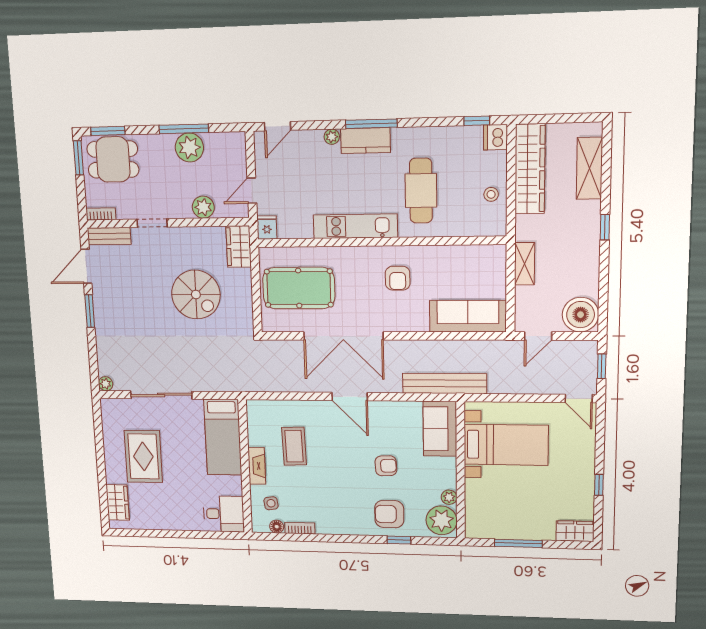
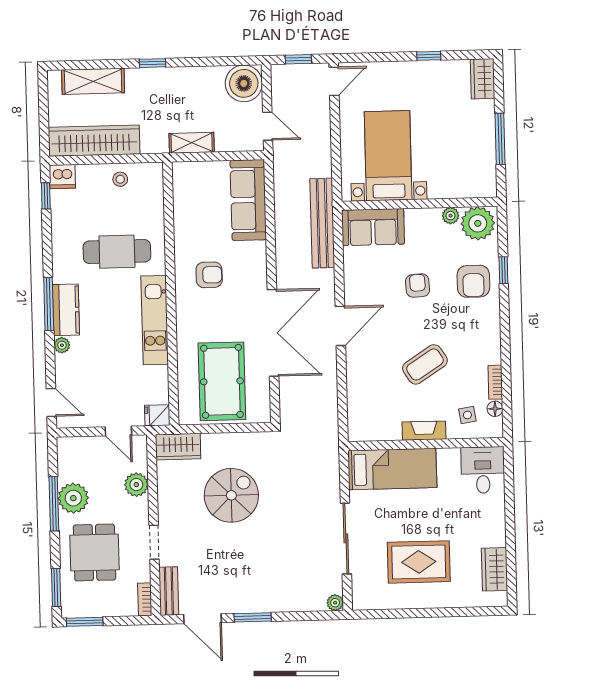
dining table: (113, 159) -> (95, 552), moved
coffee table: (294, 446) -> (425, 364), moved, turned -31
wardrobe: (118, 502) -> (495, 569), moved, turned -90

